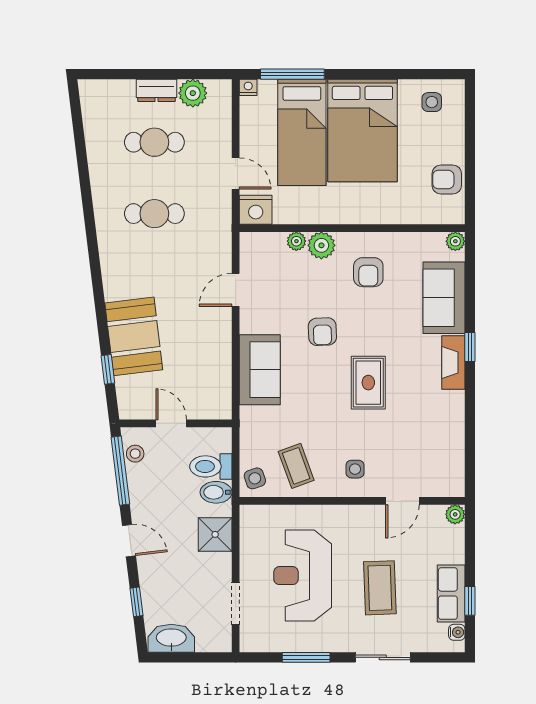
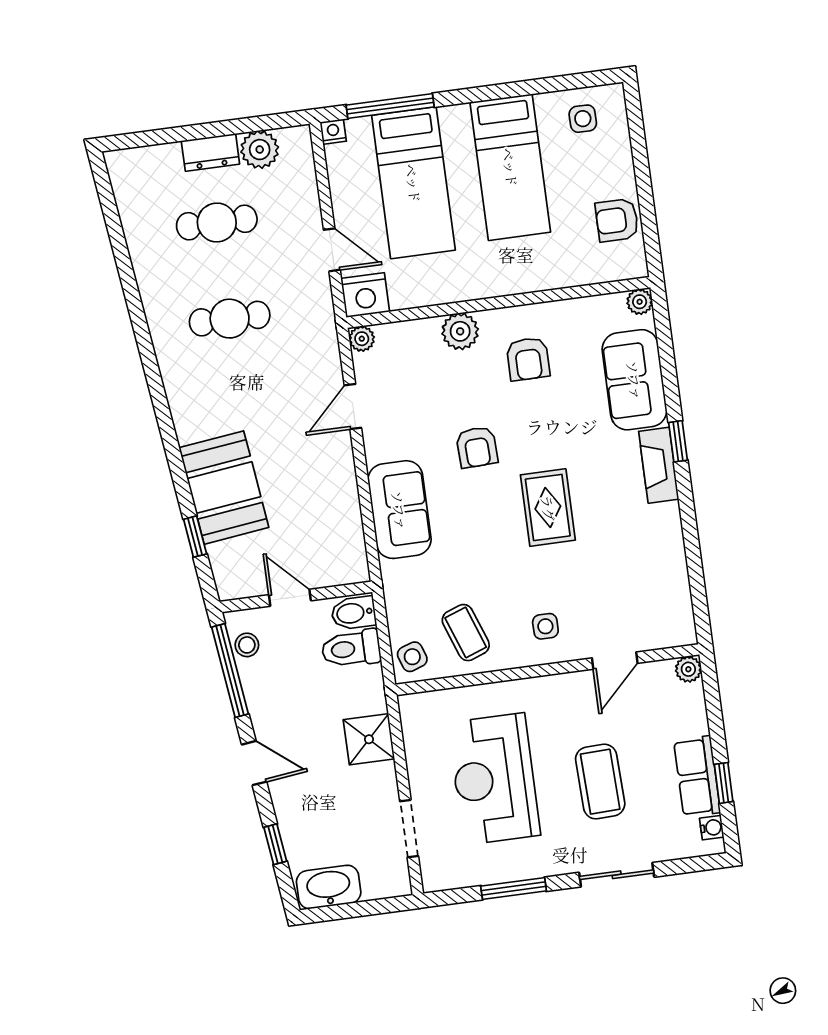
bed: (362, 130) -> (510, 167), width x0.67
plant: (296, 241) -> (362, 339), moved
bidet: (216, 492) -> (353, 613), moved

